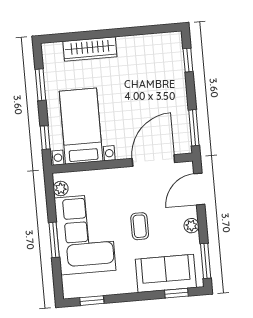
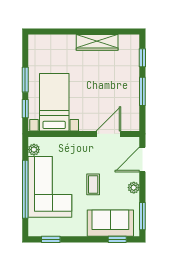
wardrobe: (90, 49) -> (97, 42), moved
window: (40, 85) -> (25, 80), moved
window: (194, 128) -> (142, 91), moved
door: (153, 160) -> (108, 134), width x0.73
window: (54, 240) -> (25, 189), width x2.11

